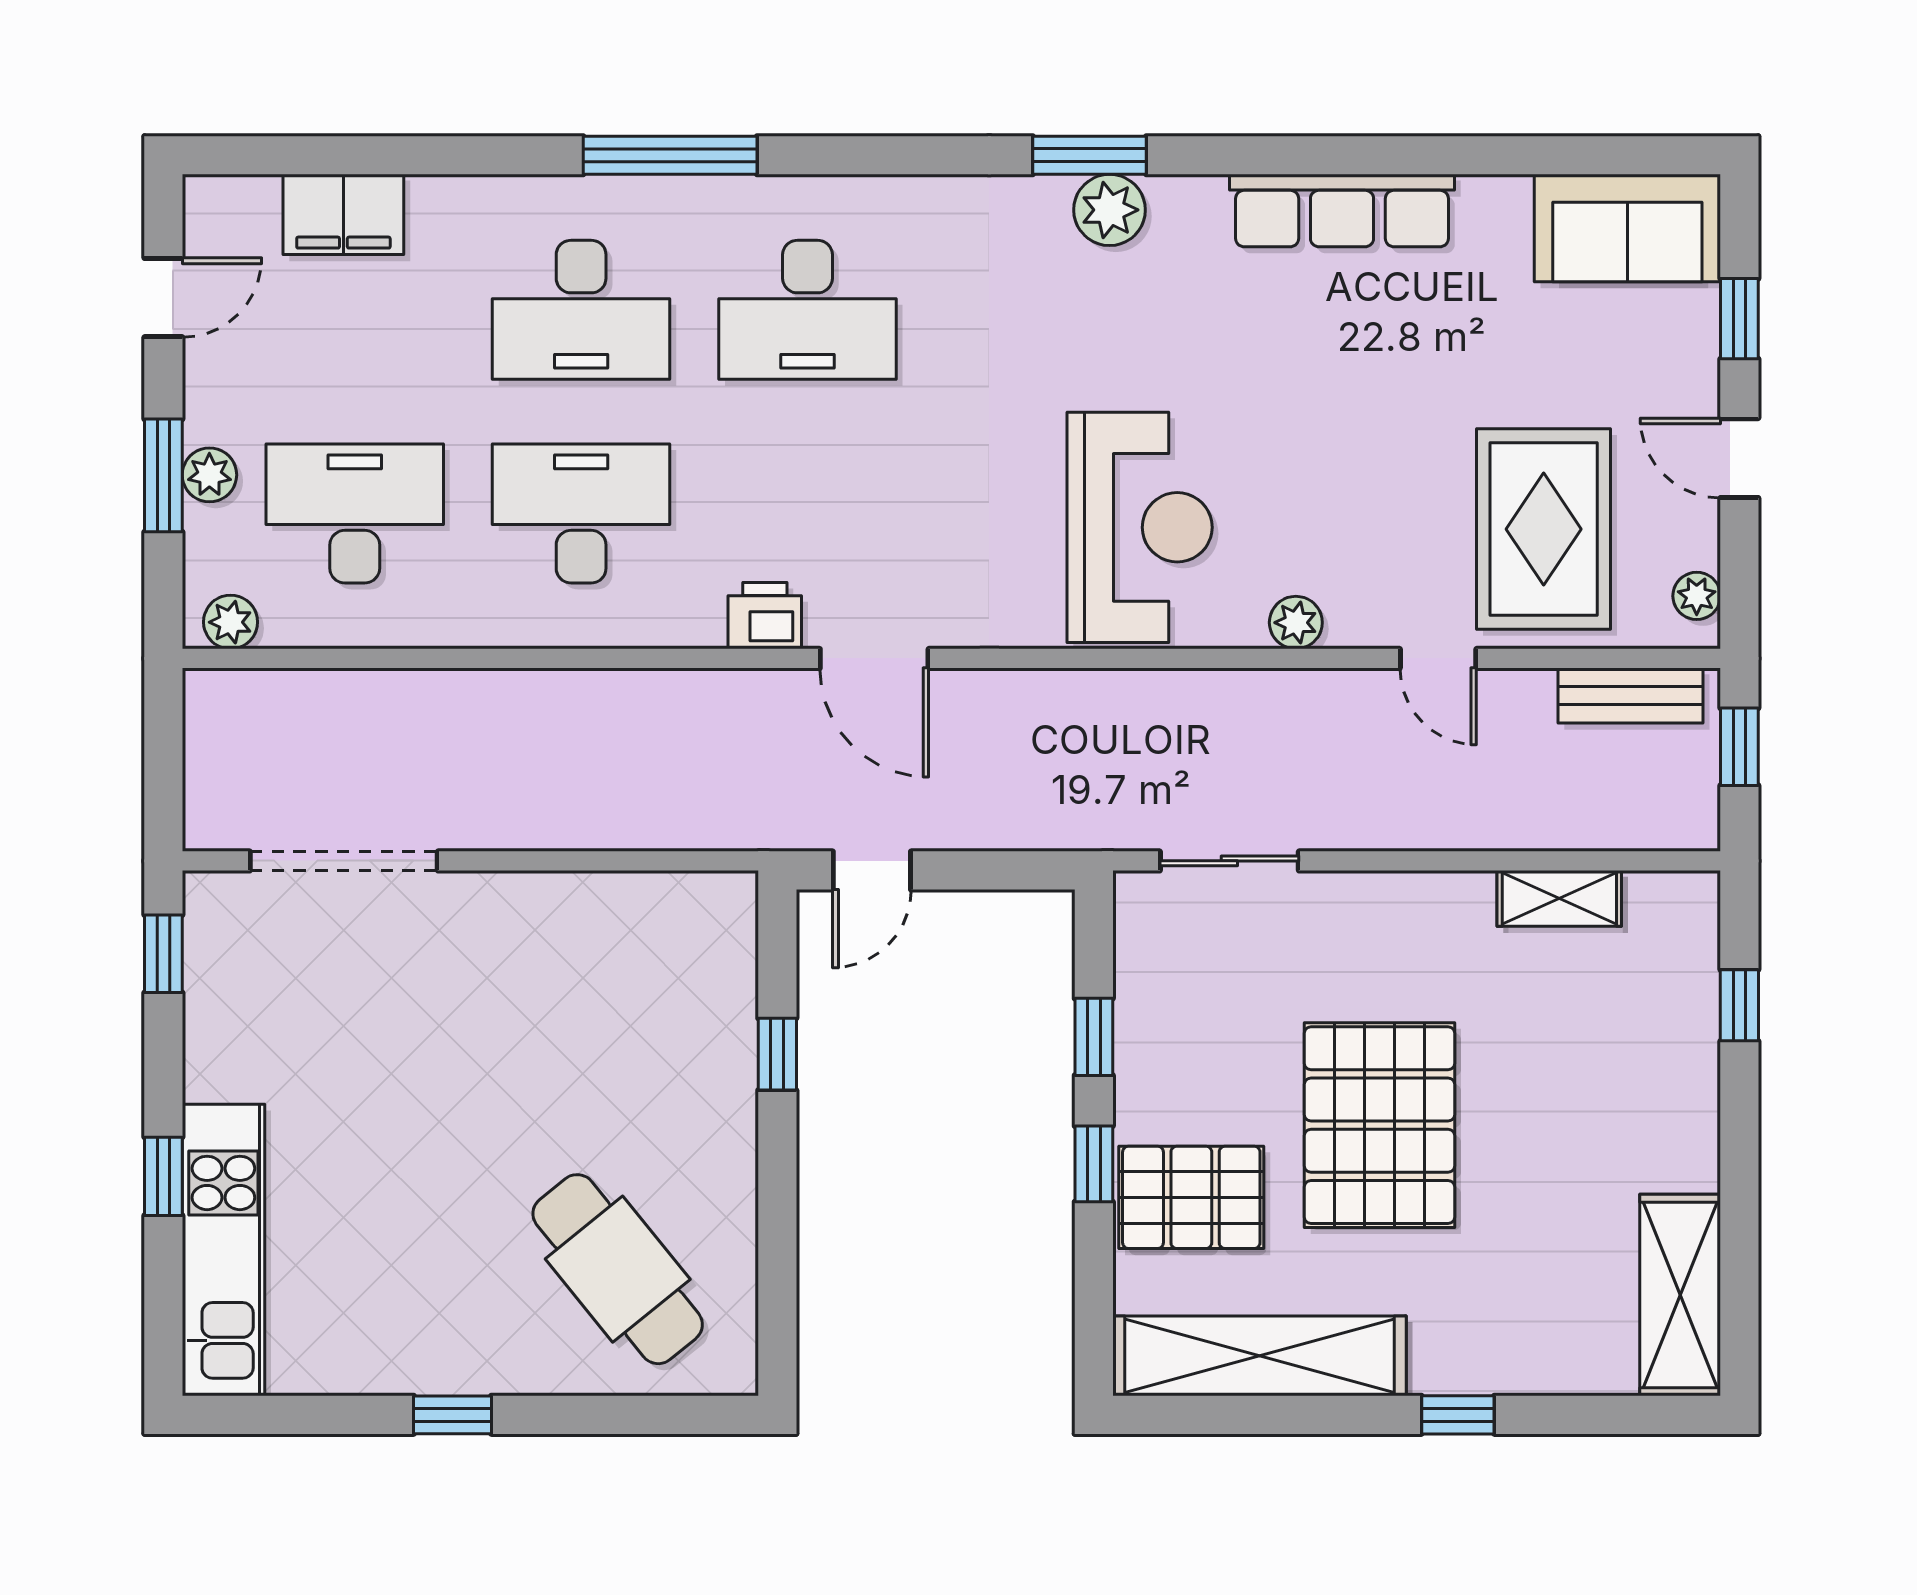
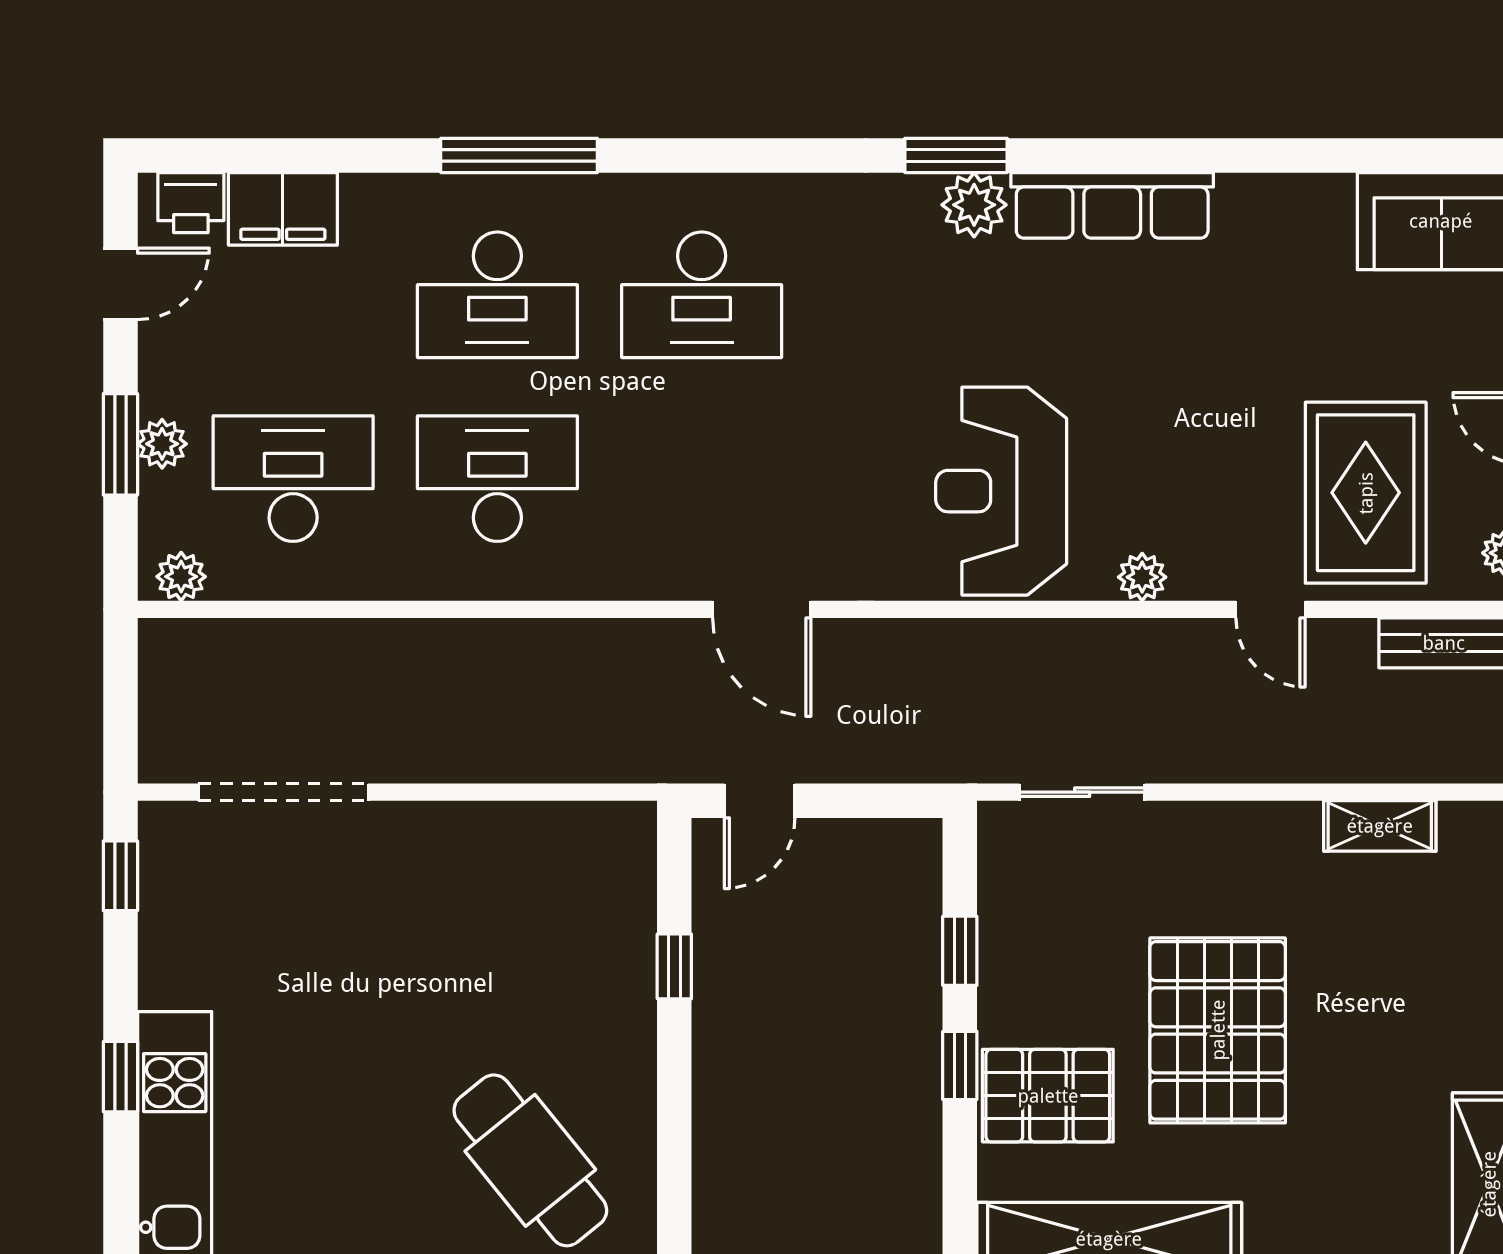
window: (670, 155) -> (519, 155), moved
row of seats: (1342, 211) -> (1112, 205), moved
reception desk: (1140, 527) -> (1001, 491), turned 180
printer: (765, 616) -> (191, 203), moved, turned 180

